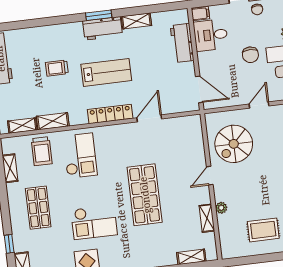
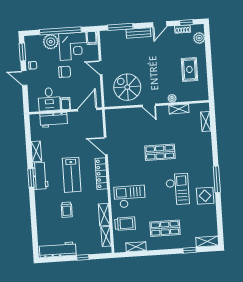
filing cabinet: (200, 14) -> (65, 104), moved
lab bench: (106, 72) -> (72, 175), turned 180
spiral stairs: (234, 144) -> (127, 87), turned 180
shop shelf: (145, 195) -> (160, 152), width x0.70, depth x0.74

